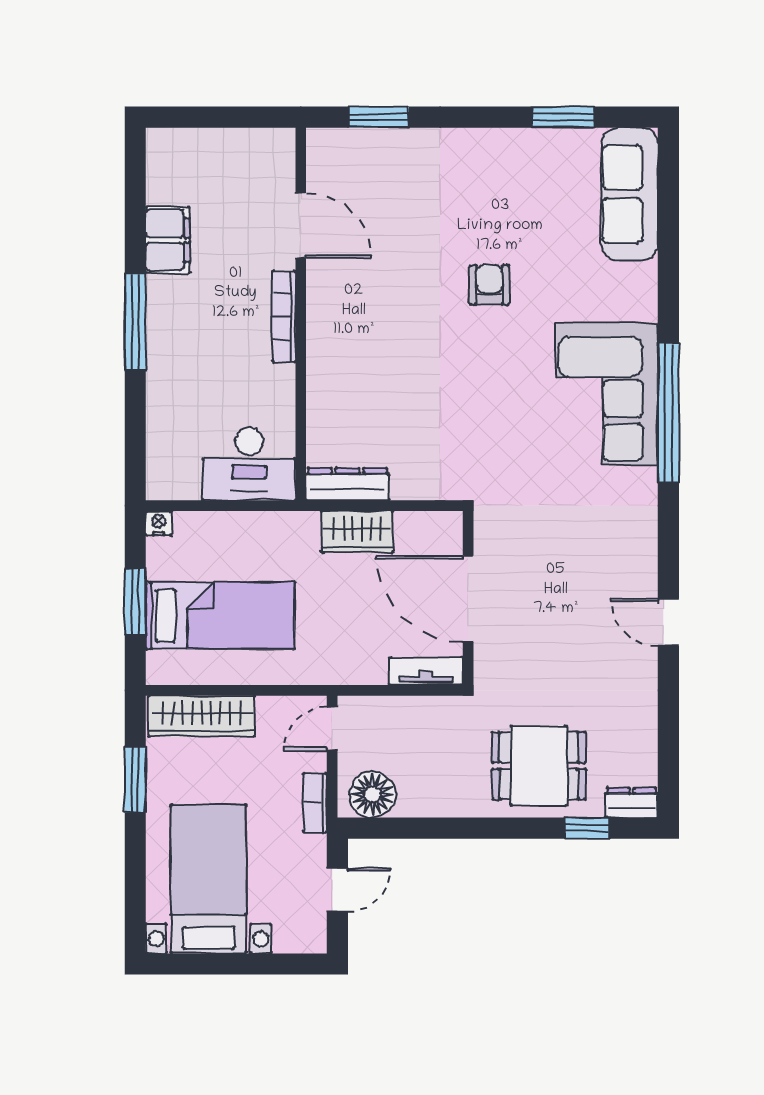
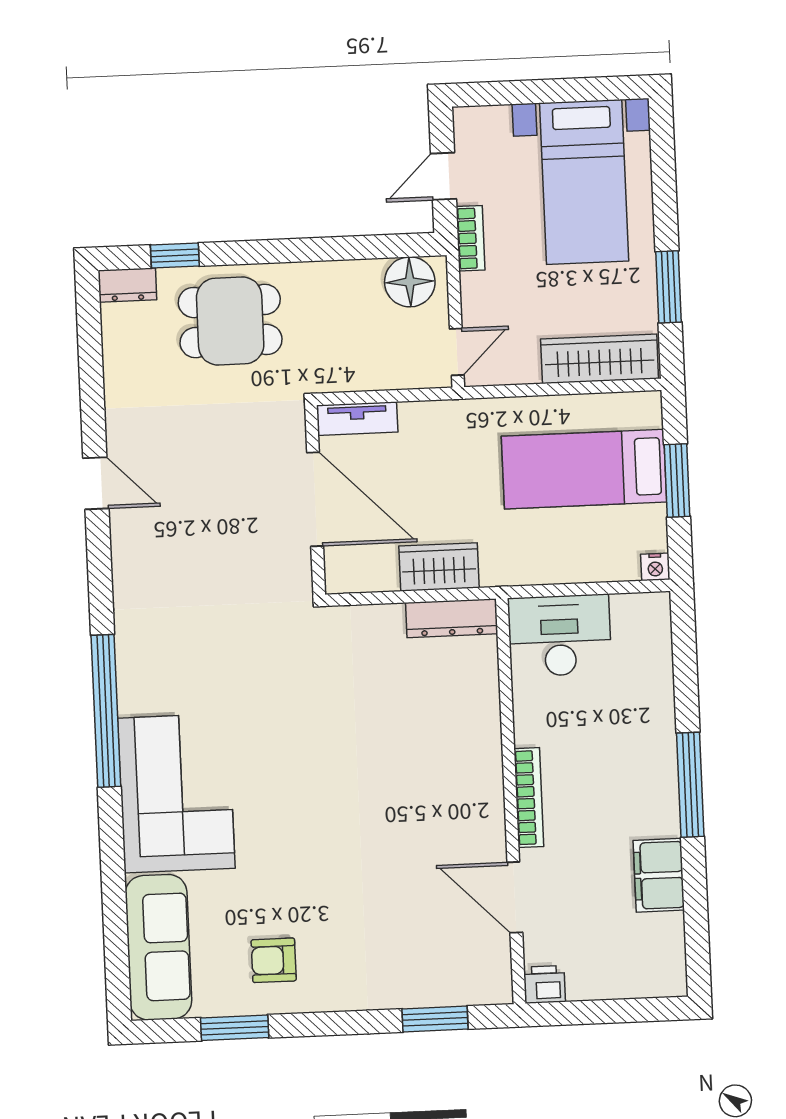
printer: (277, 144) -> (545, 984), added
armchair: (489, 285) -> (274, 960), moved, turned 90
corner sofa: (607, 394) -> (176, 793), moved
bookcase: (315, 803) -> (470, 238), moved

